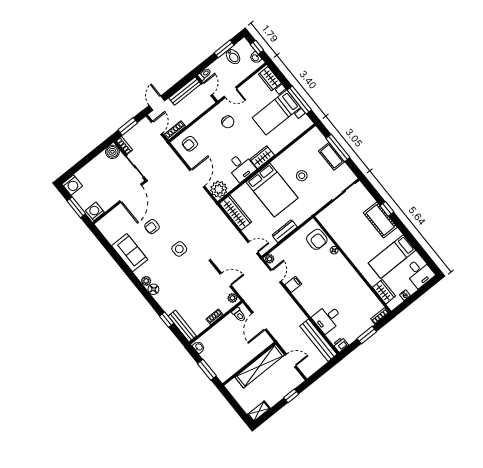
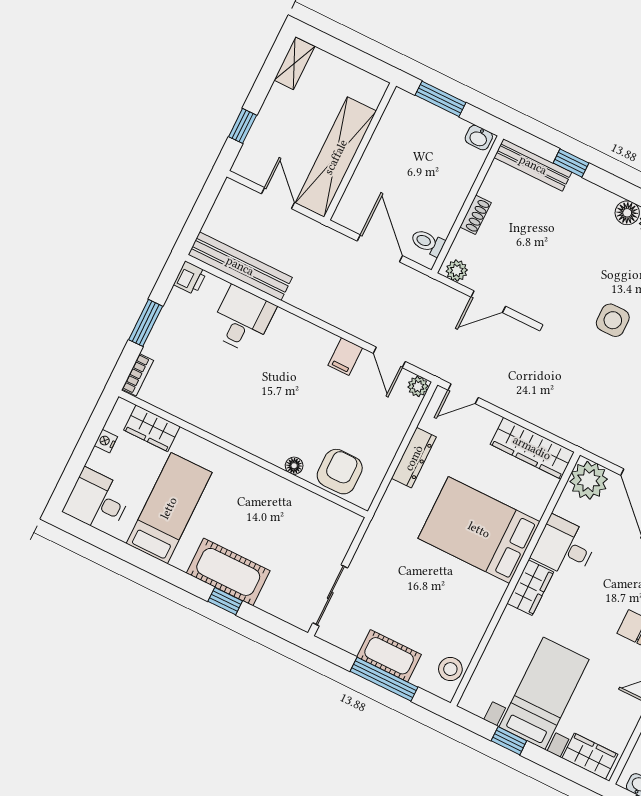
window: (299, 100) -> (509, 741), width x0.46
stool: (302, 176) -> (450, 669), moved
armchair: (317, 239) -> (340, 472), turned 90
door: (291, 360) -> (278, 198), swing flipped

